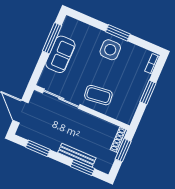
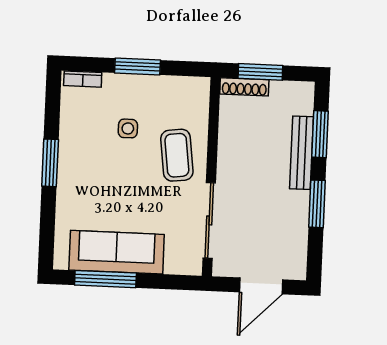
side table: (110, 50) -> (128, 128), moved, width x0.54, depth x0.54
sofa: (60, 54) -> (117, 252), width x1.36
window: (38, 148) -> (317, 204), moved

